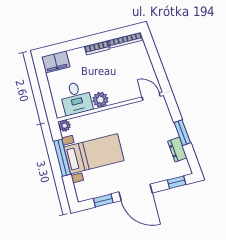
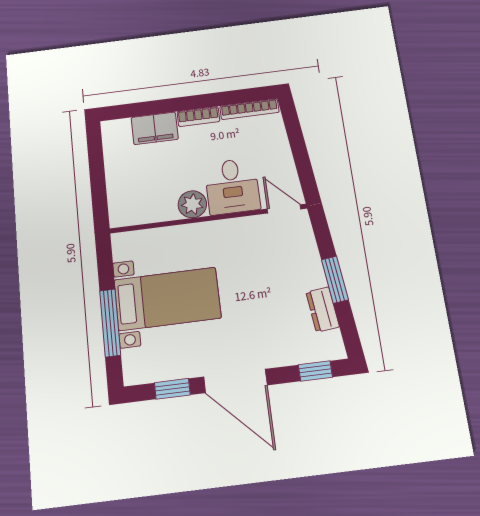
filing cabinet: (56, 62) -> (155, 128), moved
desk: (76, 98) -> (232, 186), moved
plant: (65, 126) -> (122, 242), removed
window: (62, 158) -> (110, 323), moved

